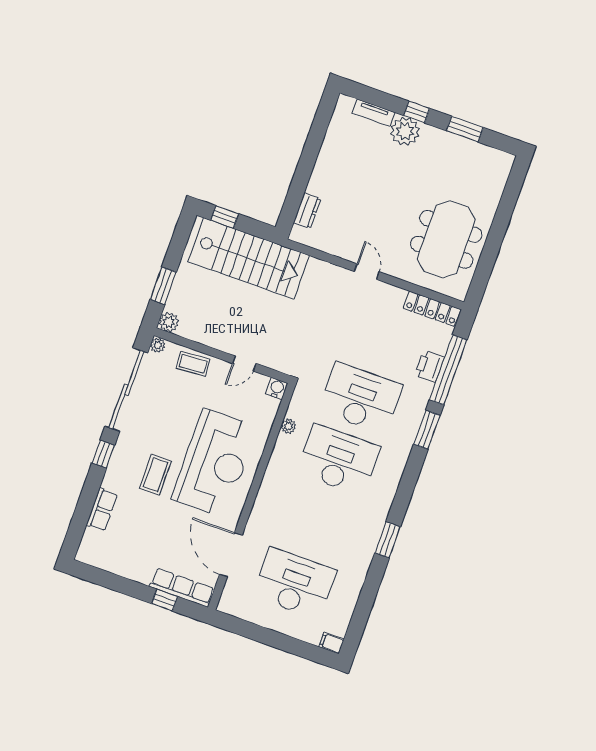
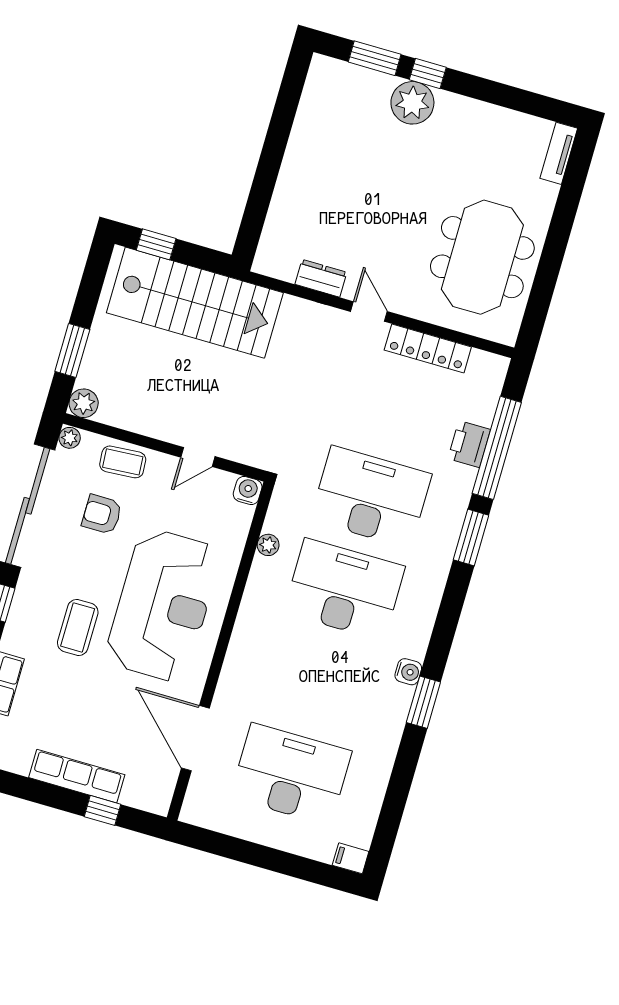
tv unit: (373, 113) -> (559, 153), moved, turned 90
window: (465, 129) -> (375, 58), moved
dresser: (307, 211) -> (321, 278), moved, turned -90
locker: (432, 309) -> (428, 348), moved
armchair: (177, 399) -> (102, 514), added
water cooler: (379, 518) -> (408, 672), added
row of seats: (182, 588) -> (77, 776), moved

